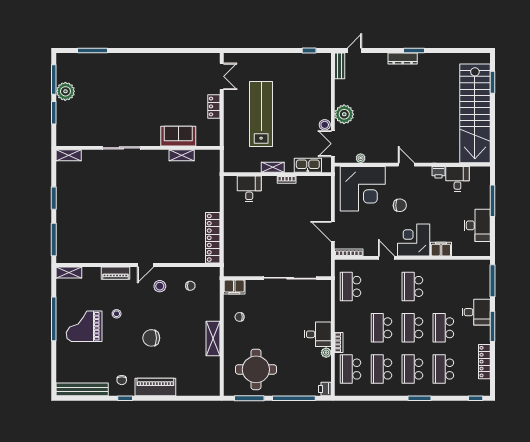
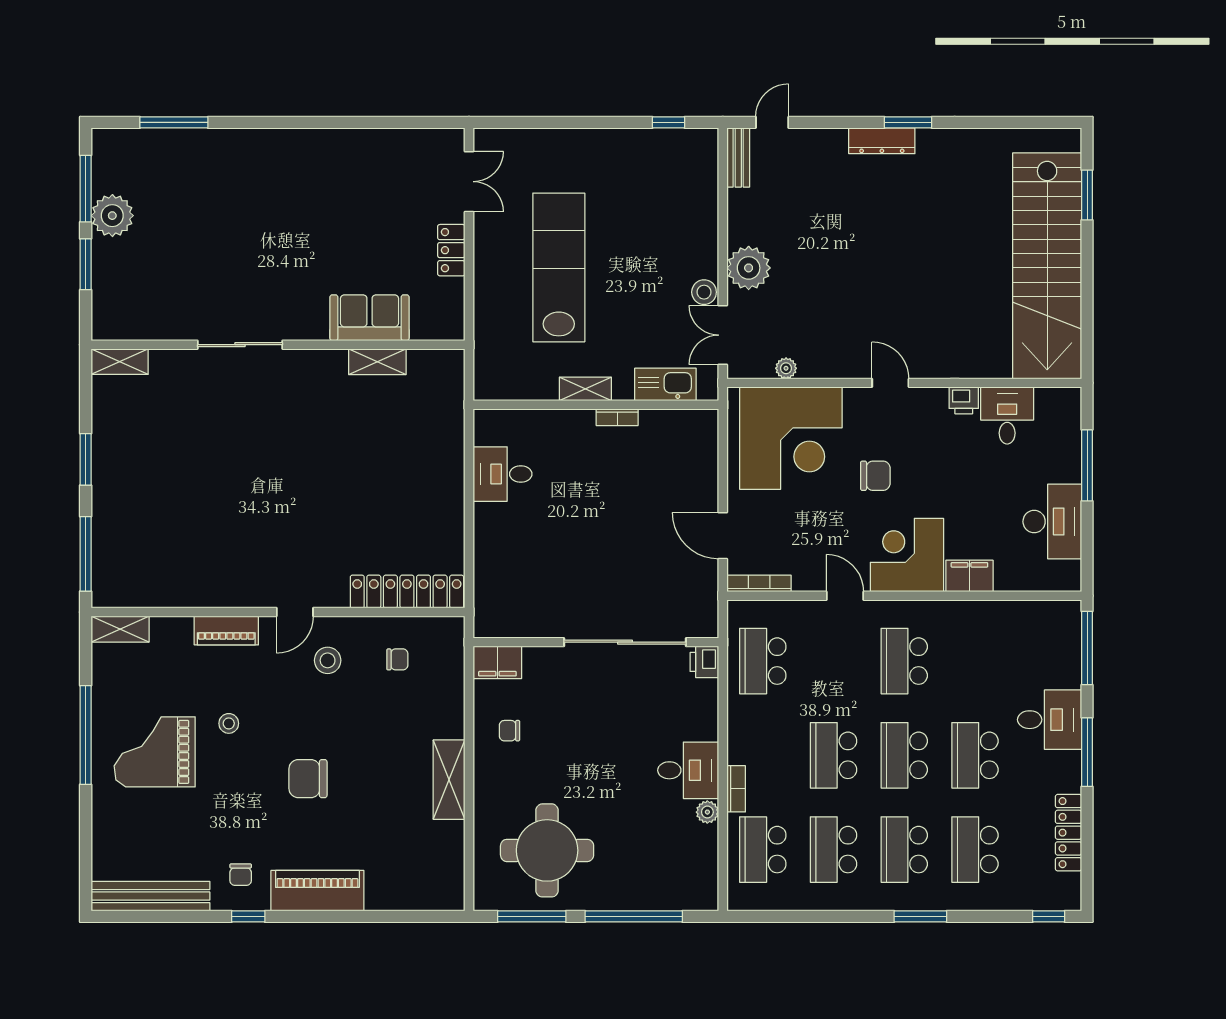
desk: (249, 189) -> (503, 474), moved, turned -90
locker: (213, 238) -> (407, 592), moved, turned 90
printer: (325, 389) -> (704, 662), moved

